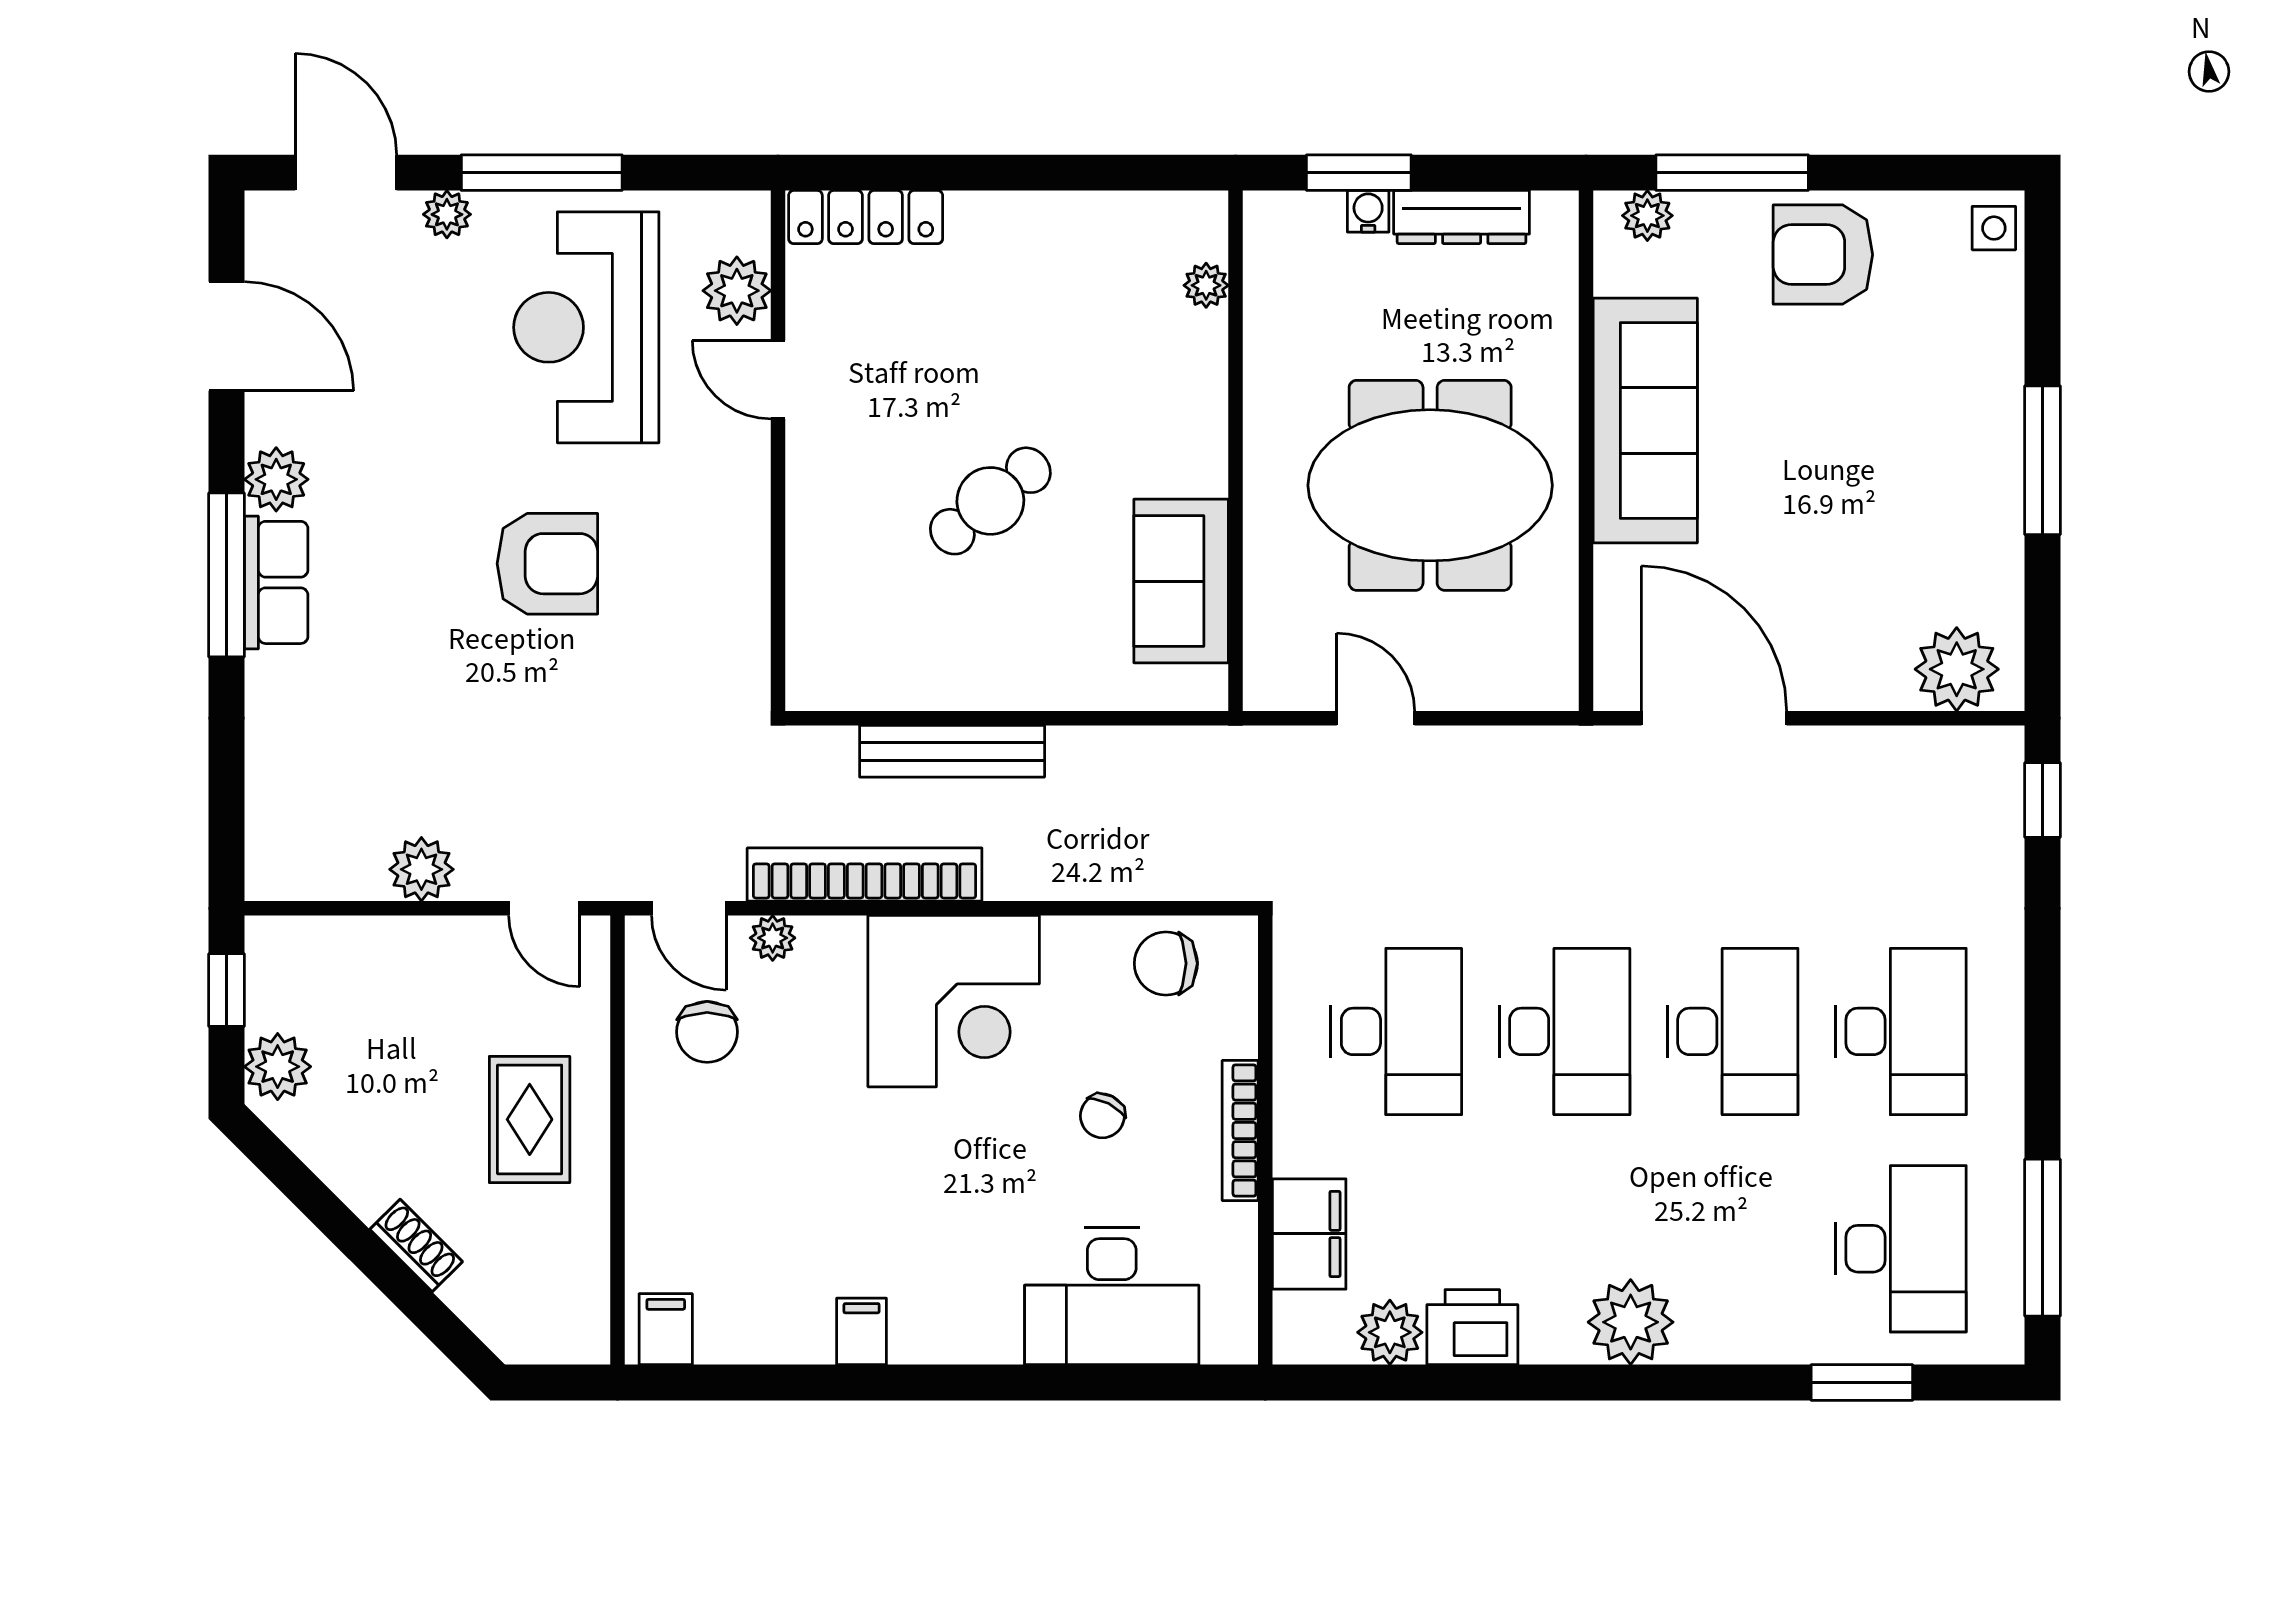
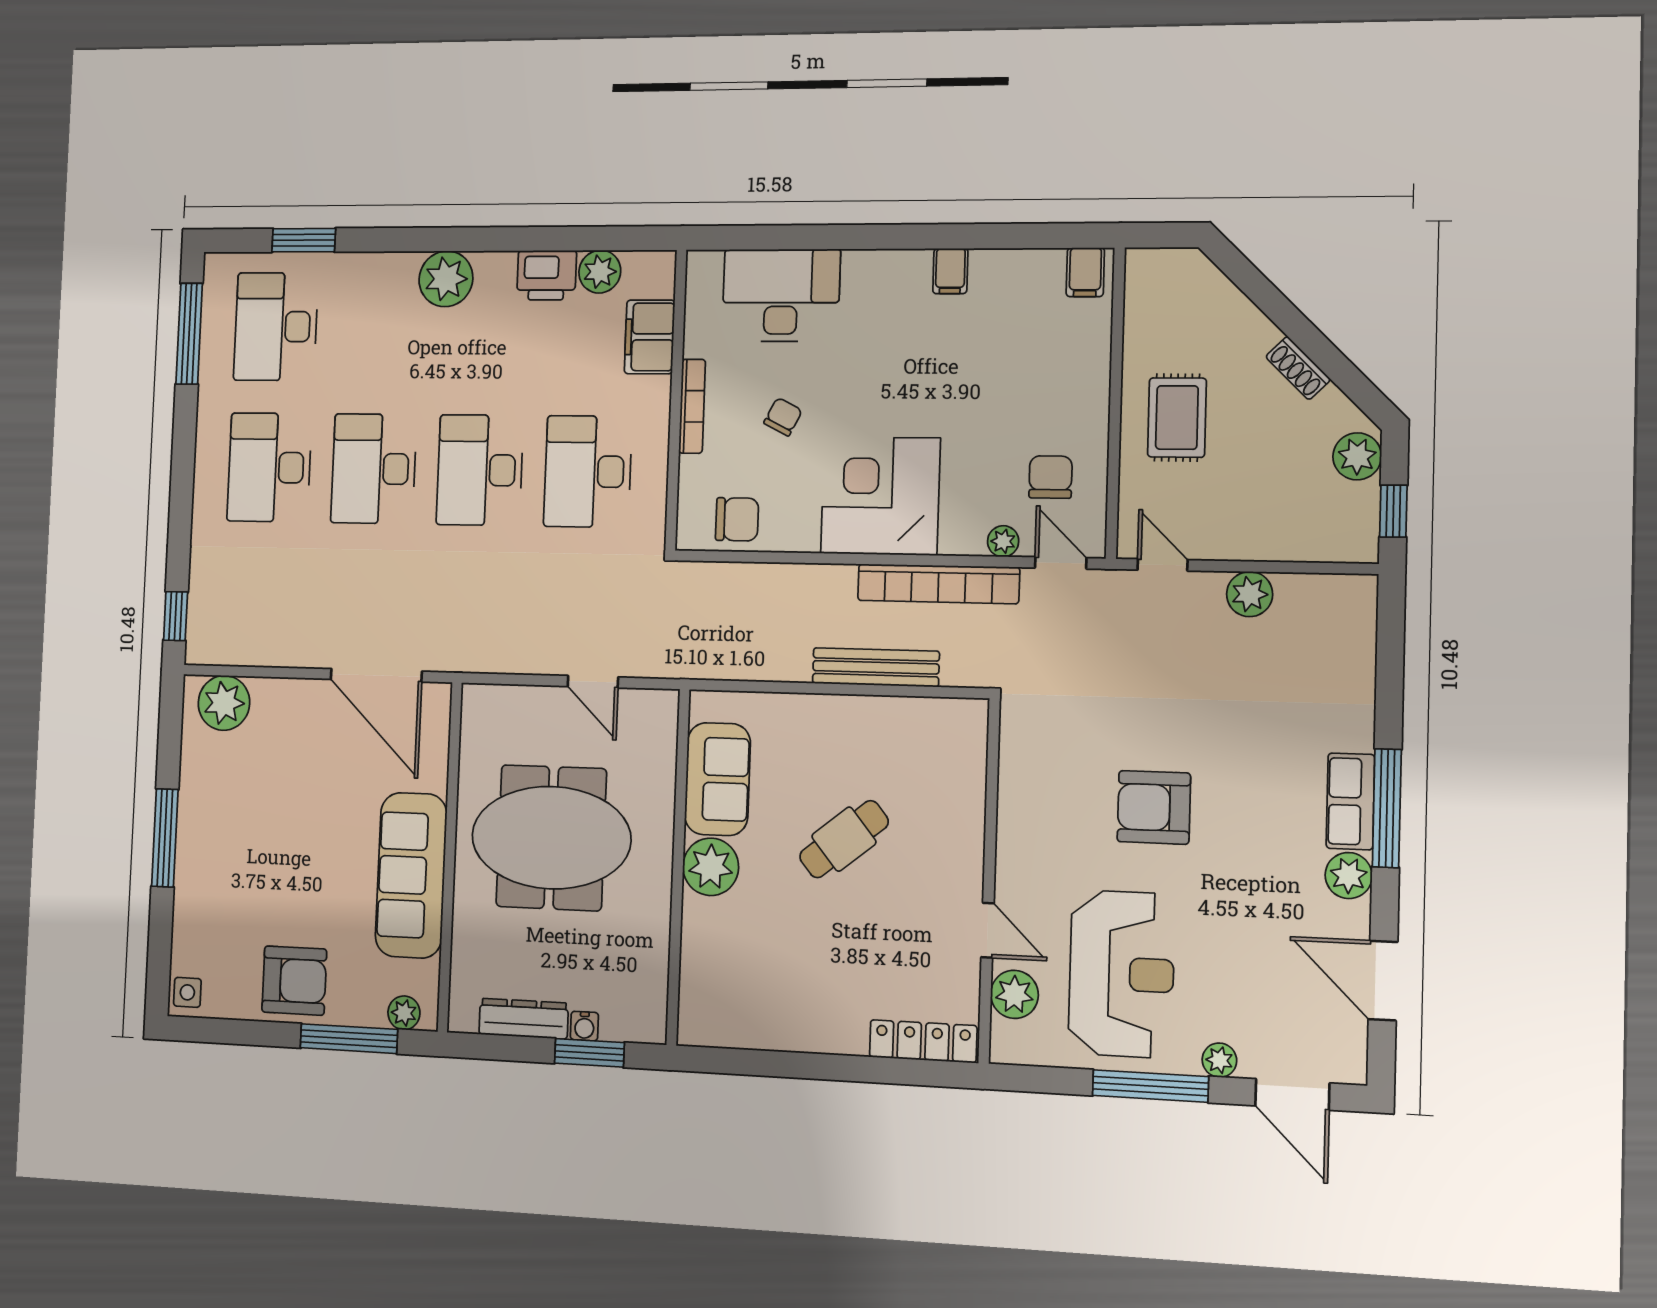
plant: (1206, 285) -> (711, 867), moved, width x1.88, depth x1.88
shoe rack: (416, 1245) -> (1298, 368), moved

